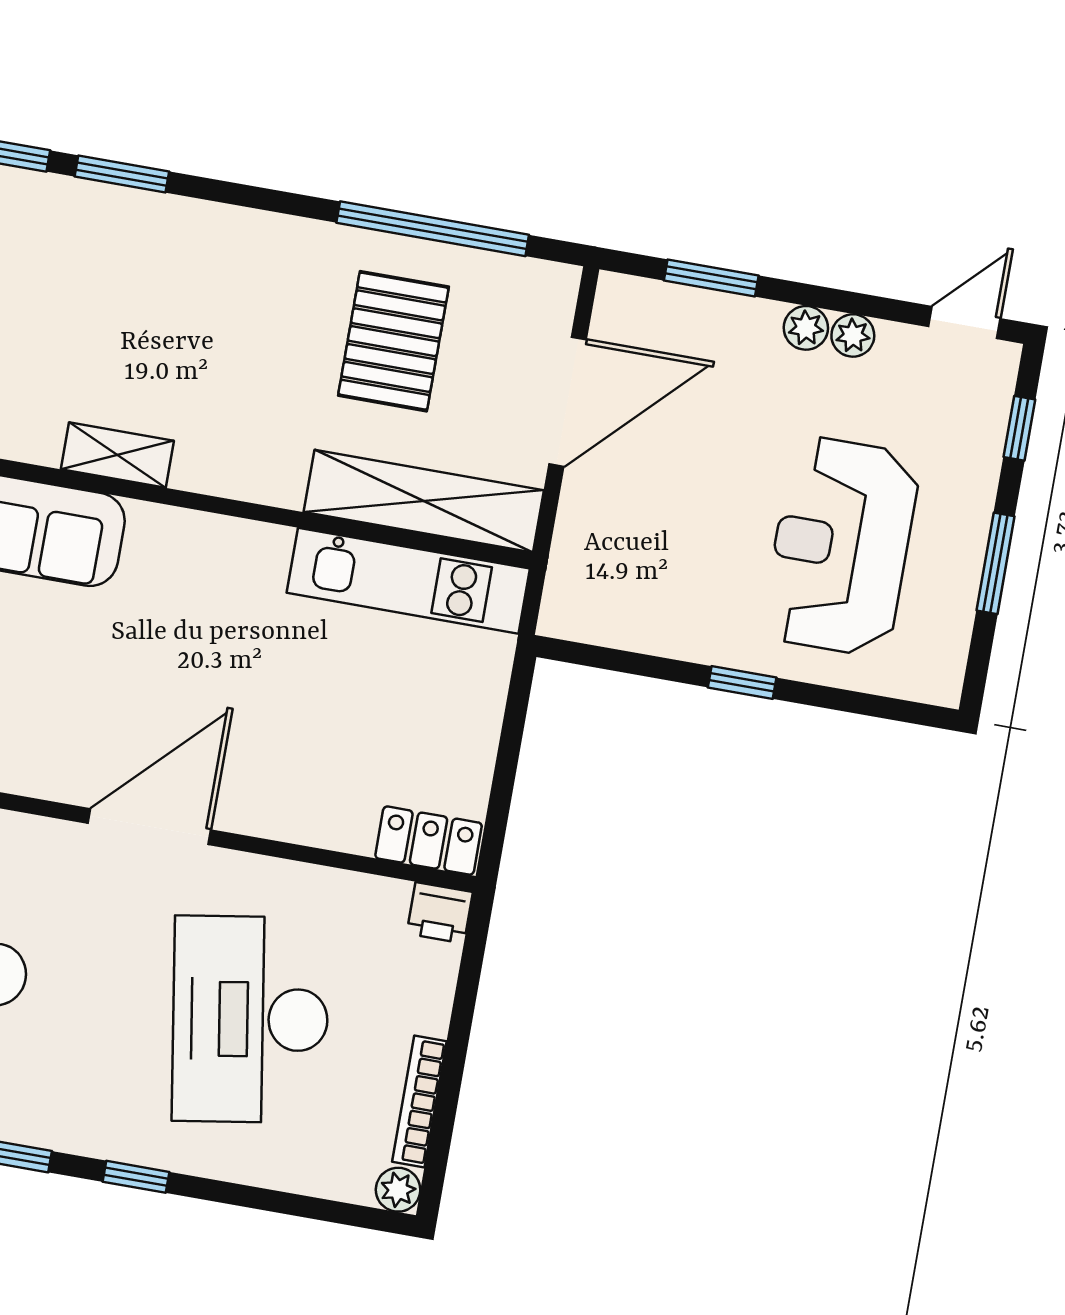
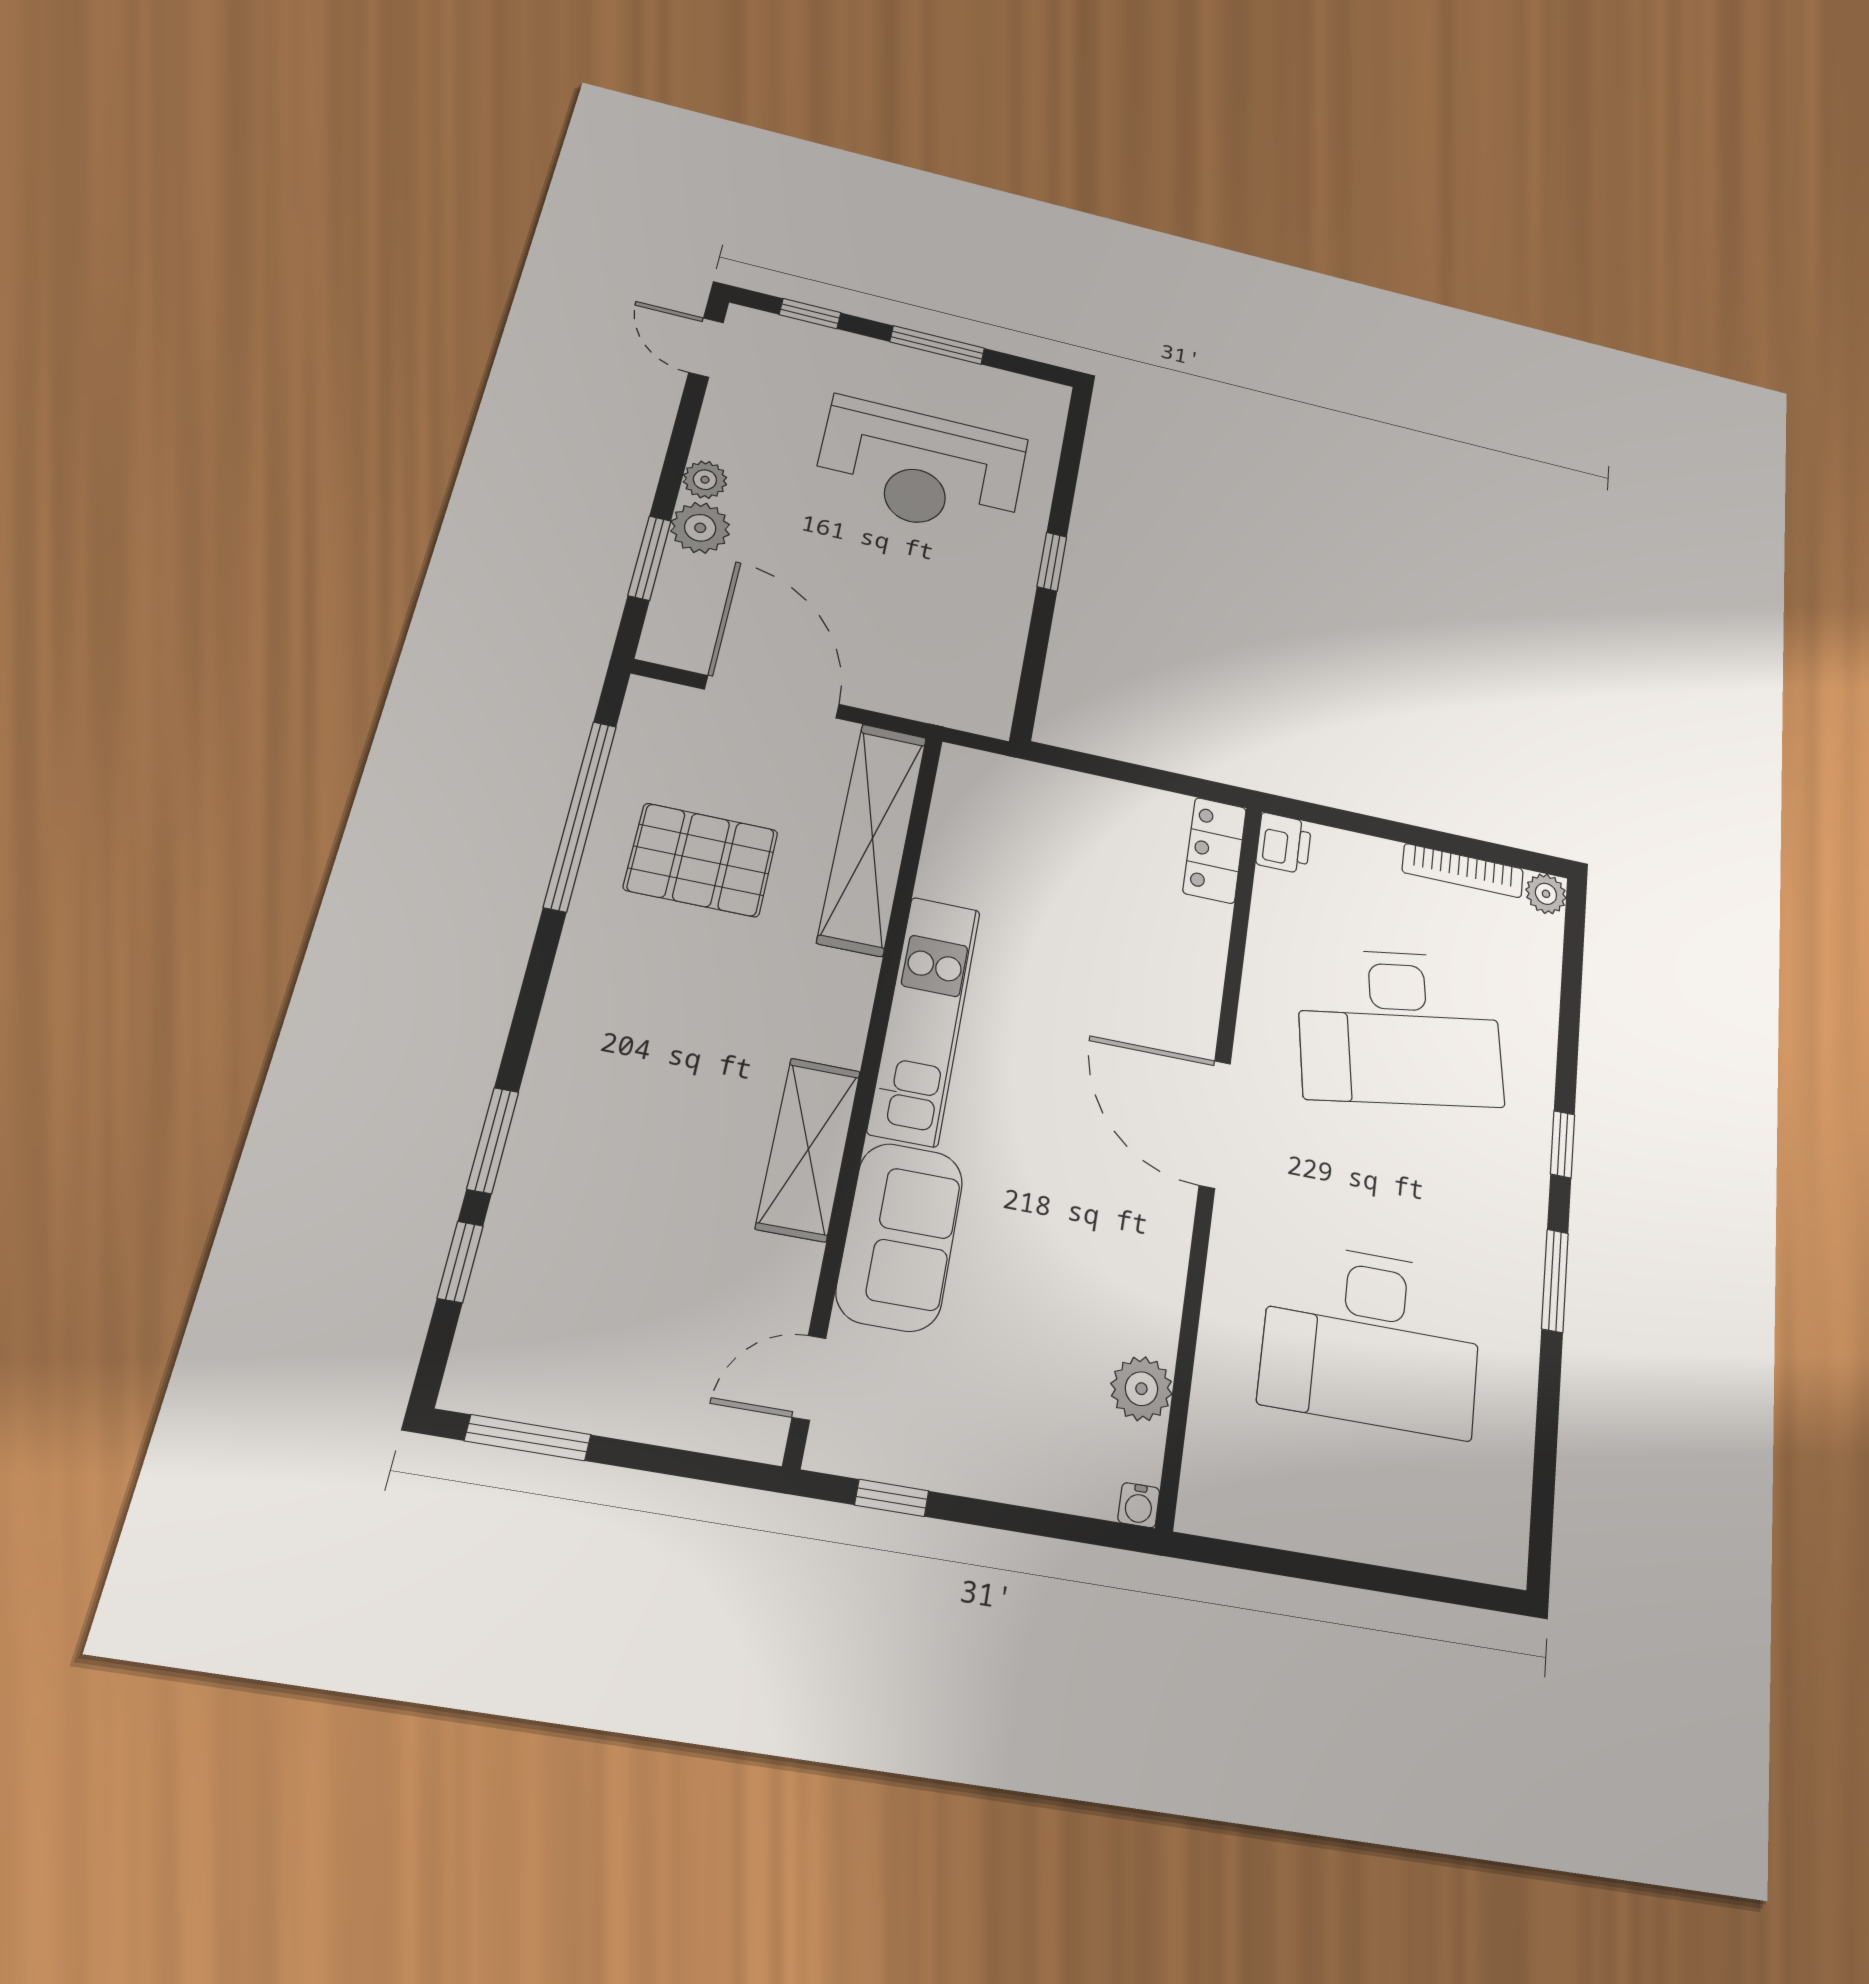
plant: (853, 335) -> (700, 528), moved, width x1.38, depth x1.38
shelving: (117, 455) -> (808, 1149), width x1.50, depth x1.33
kitchen unit: (408, 581) -> (925, 1020), moved

